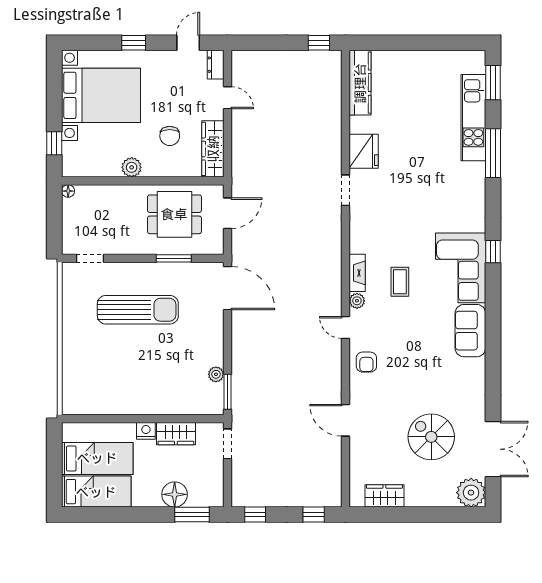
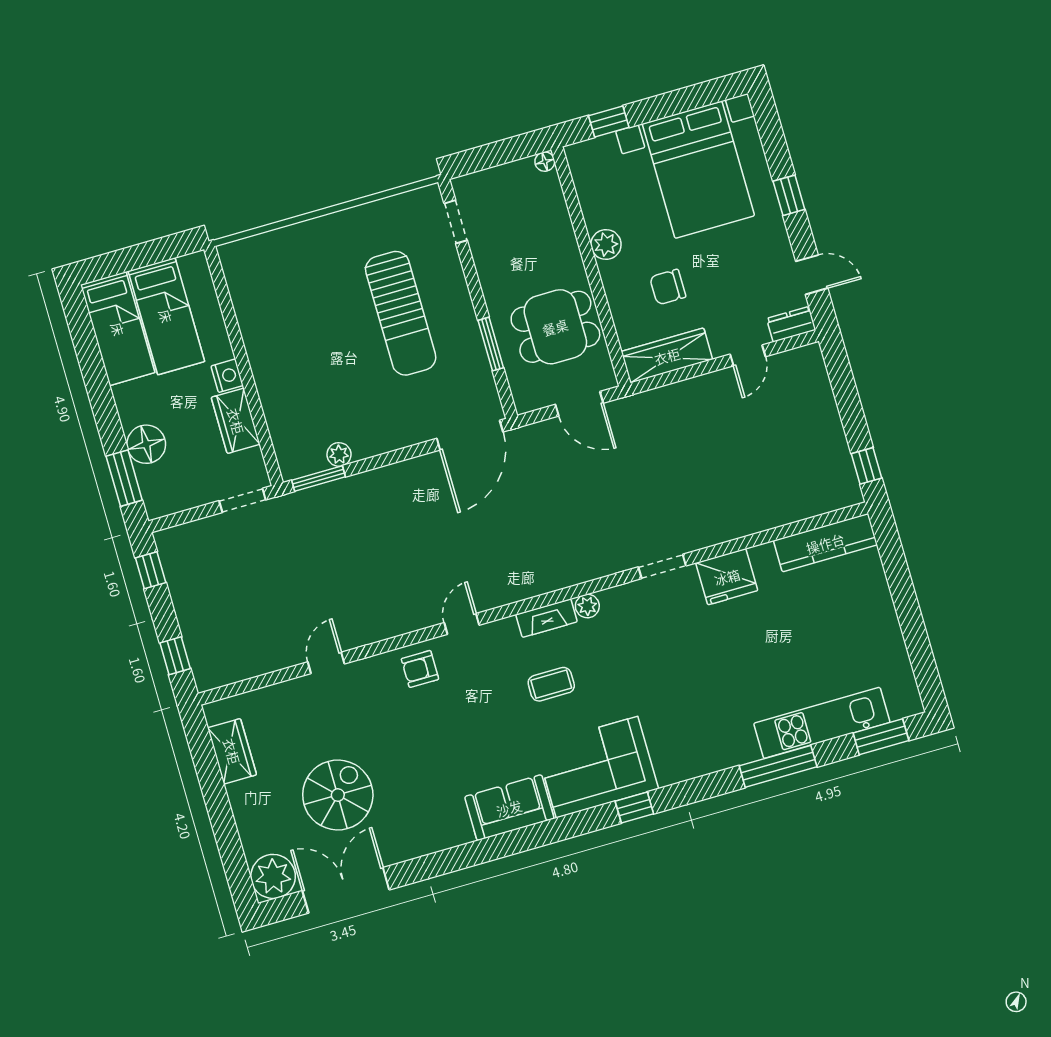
dining table: (174, 214) -> (555, 327), turned 90
plant: (357, 301) -> (587, 606), moved
door: (345, 420) -> (326, 663), width x0.73
double door: (493, 449) -> (346, 890), swing flipped

